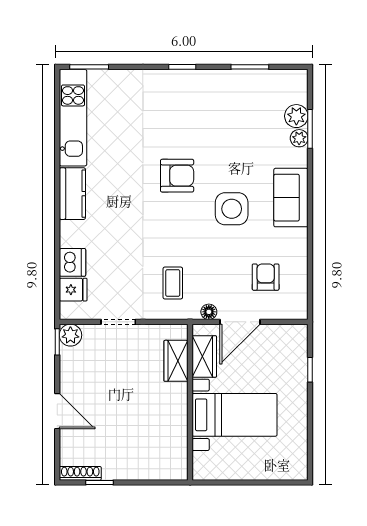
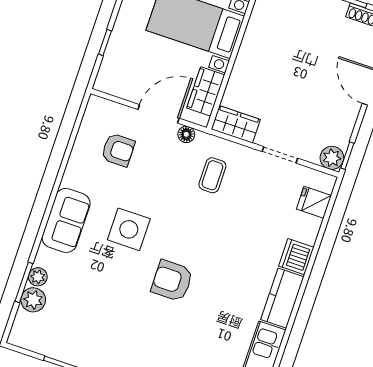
dishwasher: (72, 262) -> (296, 257), moved
armchair: (266, 277) -> (118, 150), turned -90
wardrobe: (176, 361) -> (236, 124), moved, turned -90

